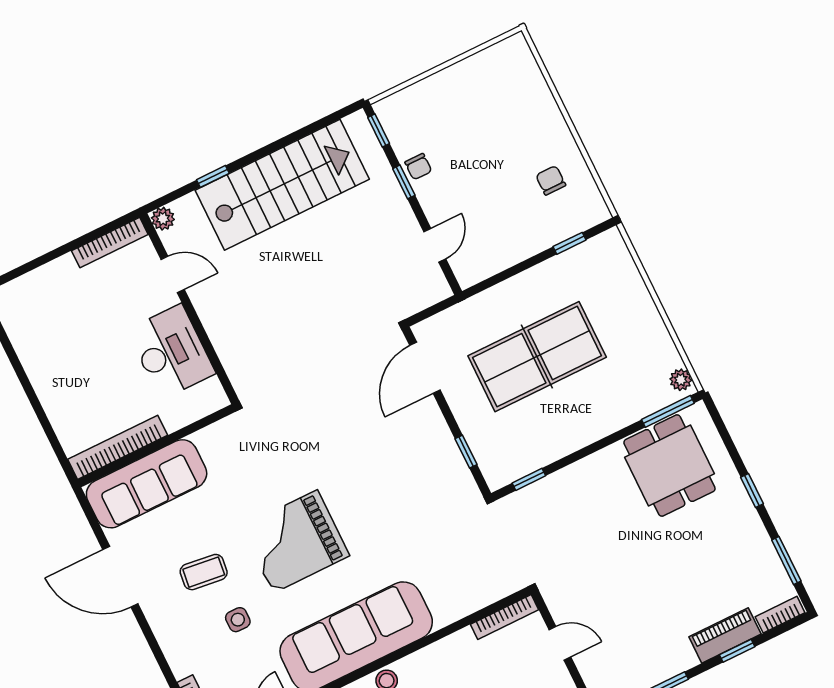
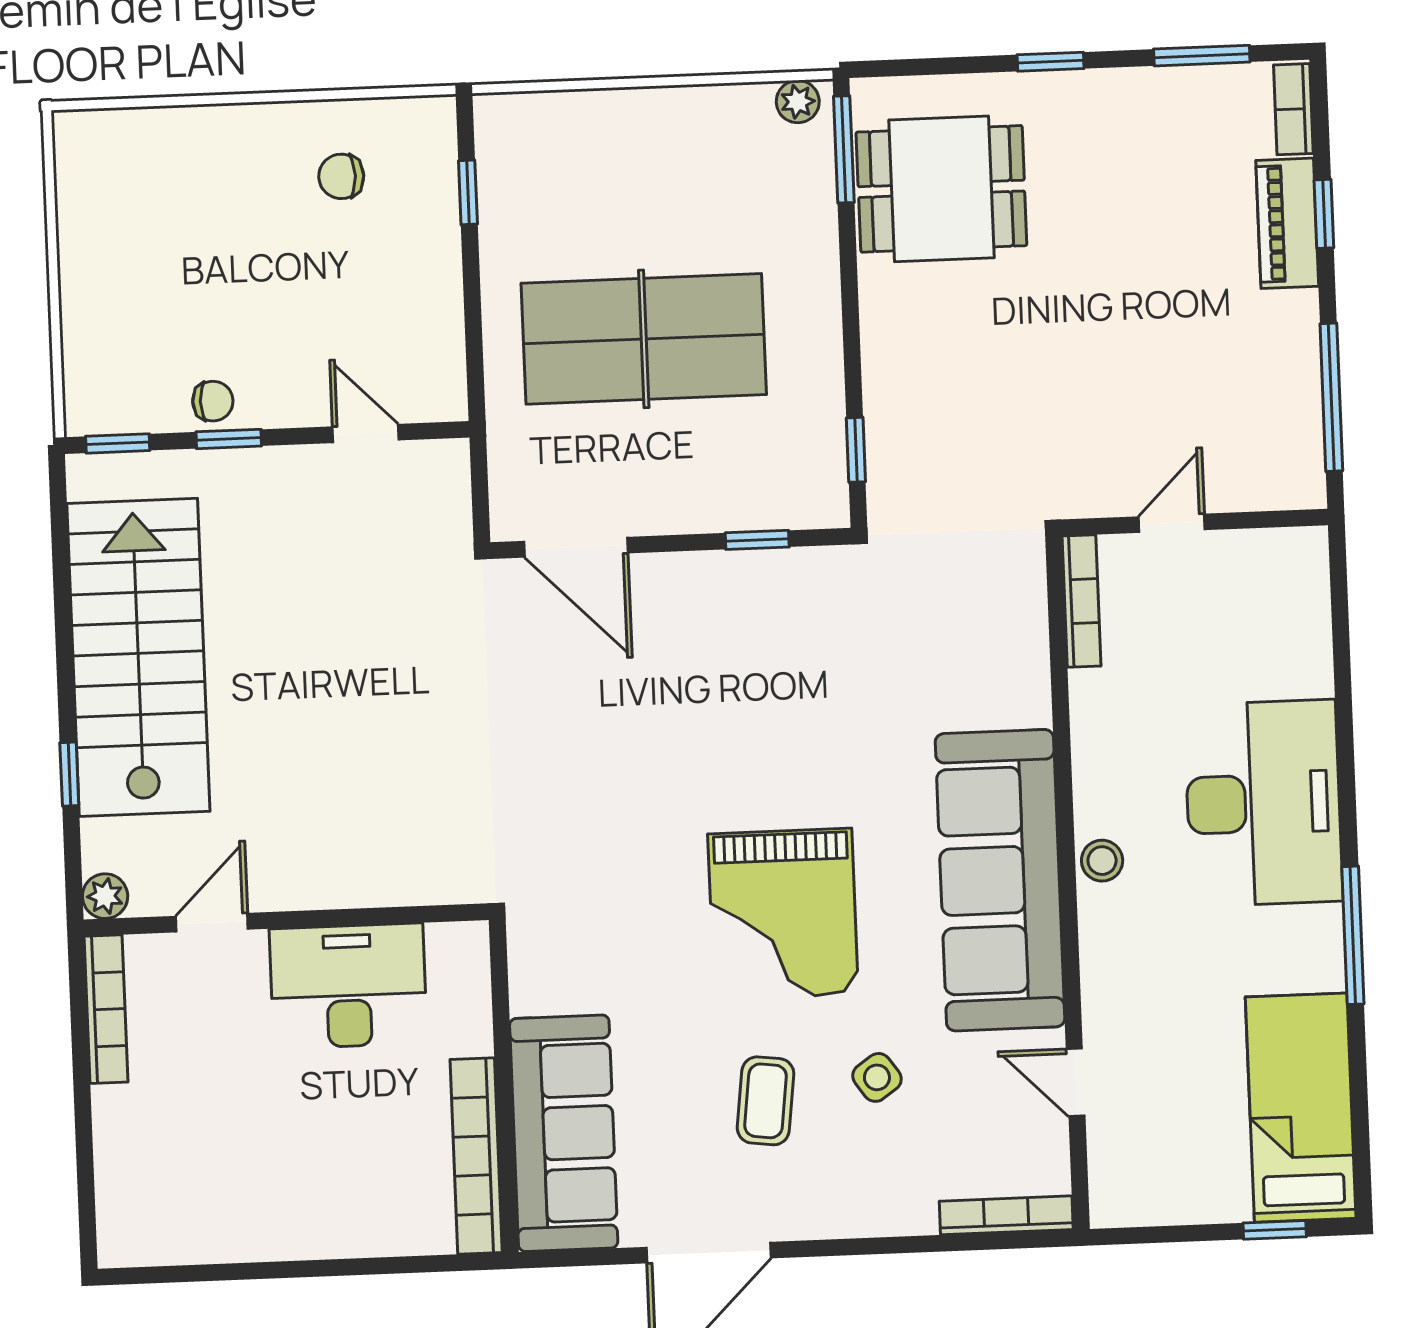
table tennis table: (537, 357) -> (644, 339), turned 90
side table: (238, 620) -> (877, 1077), turned -35

